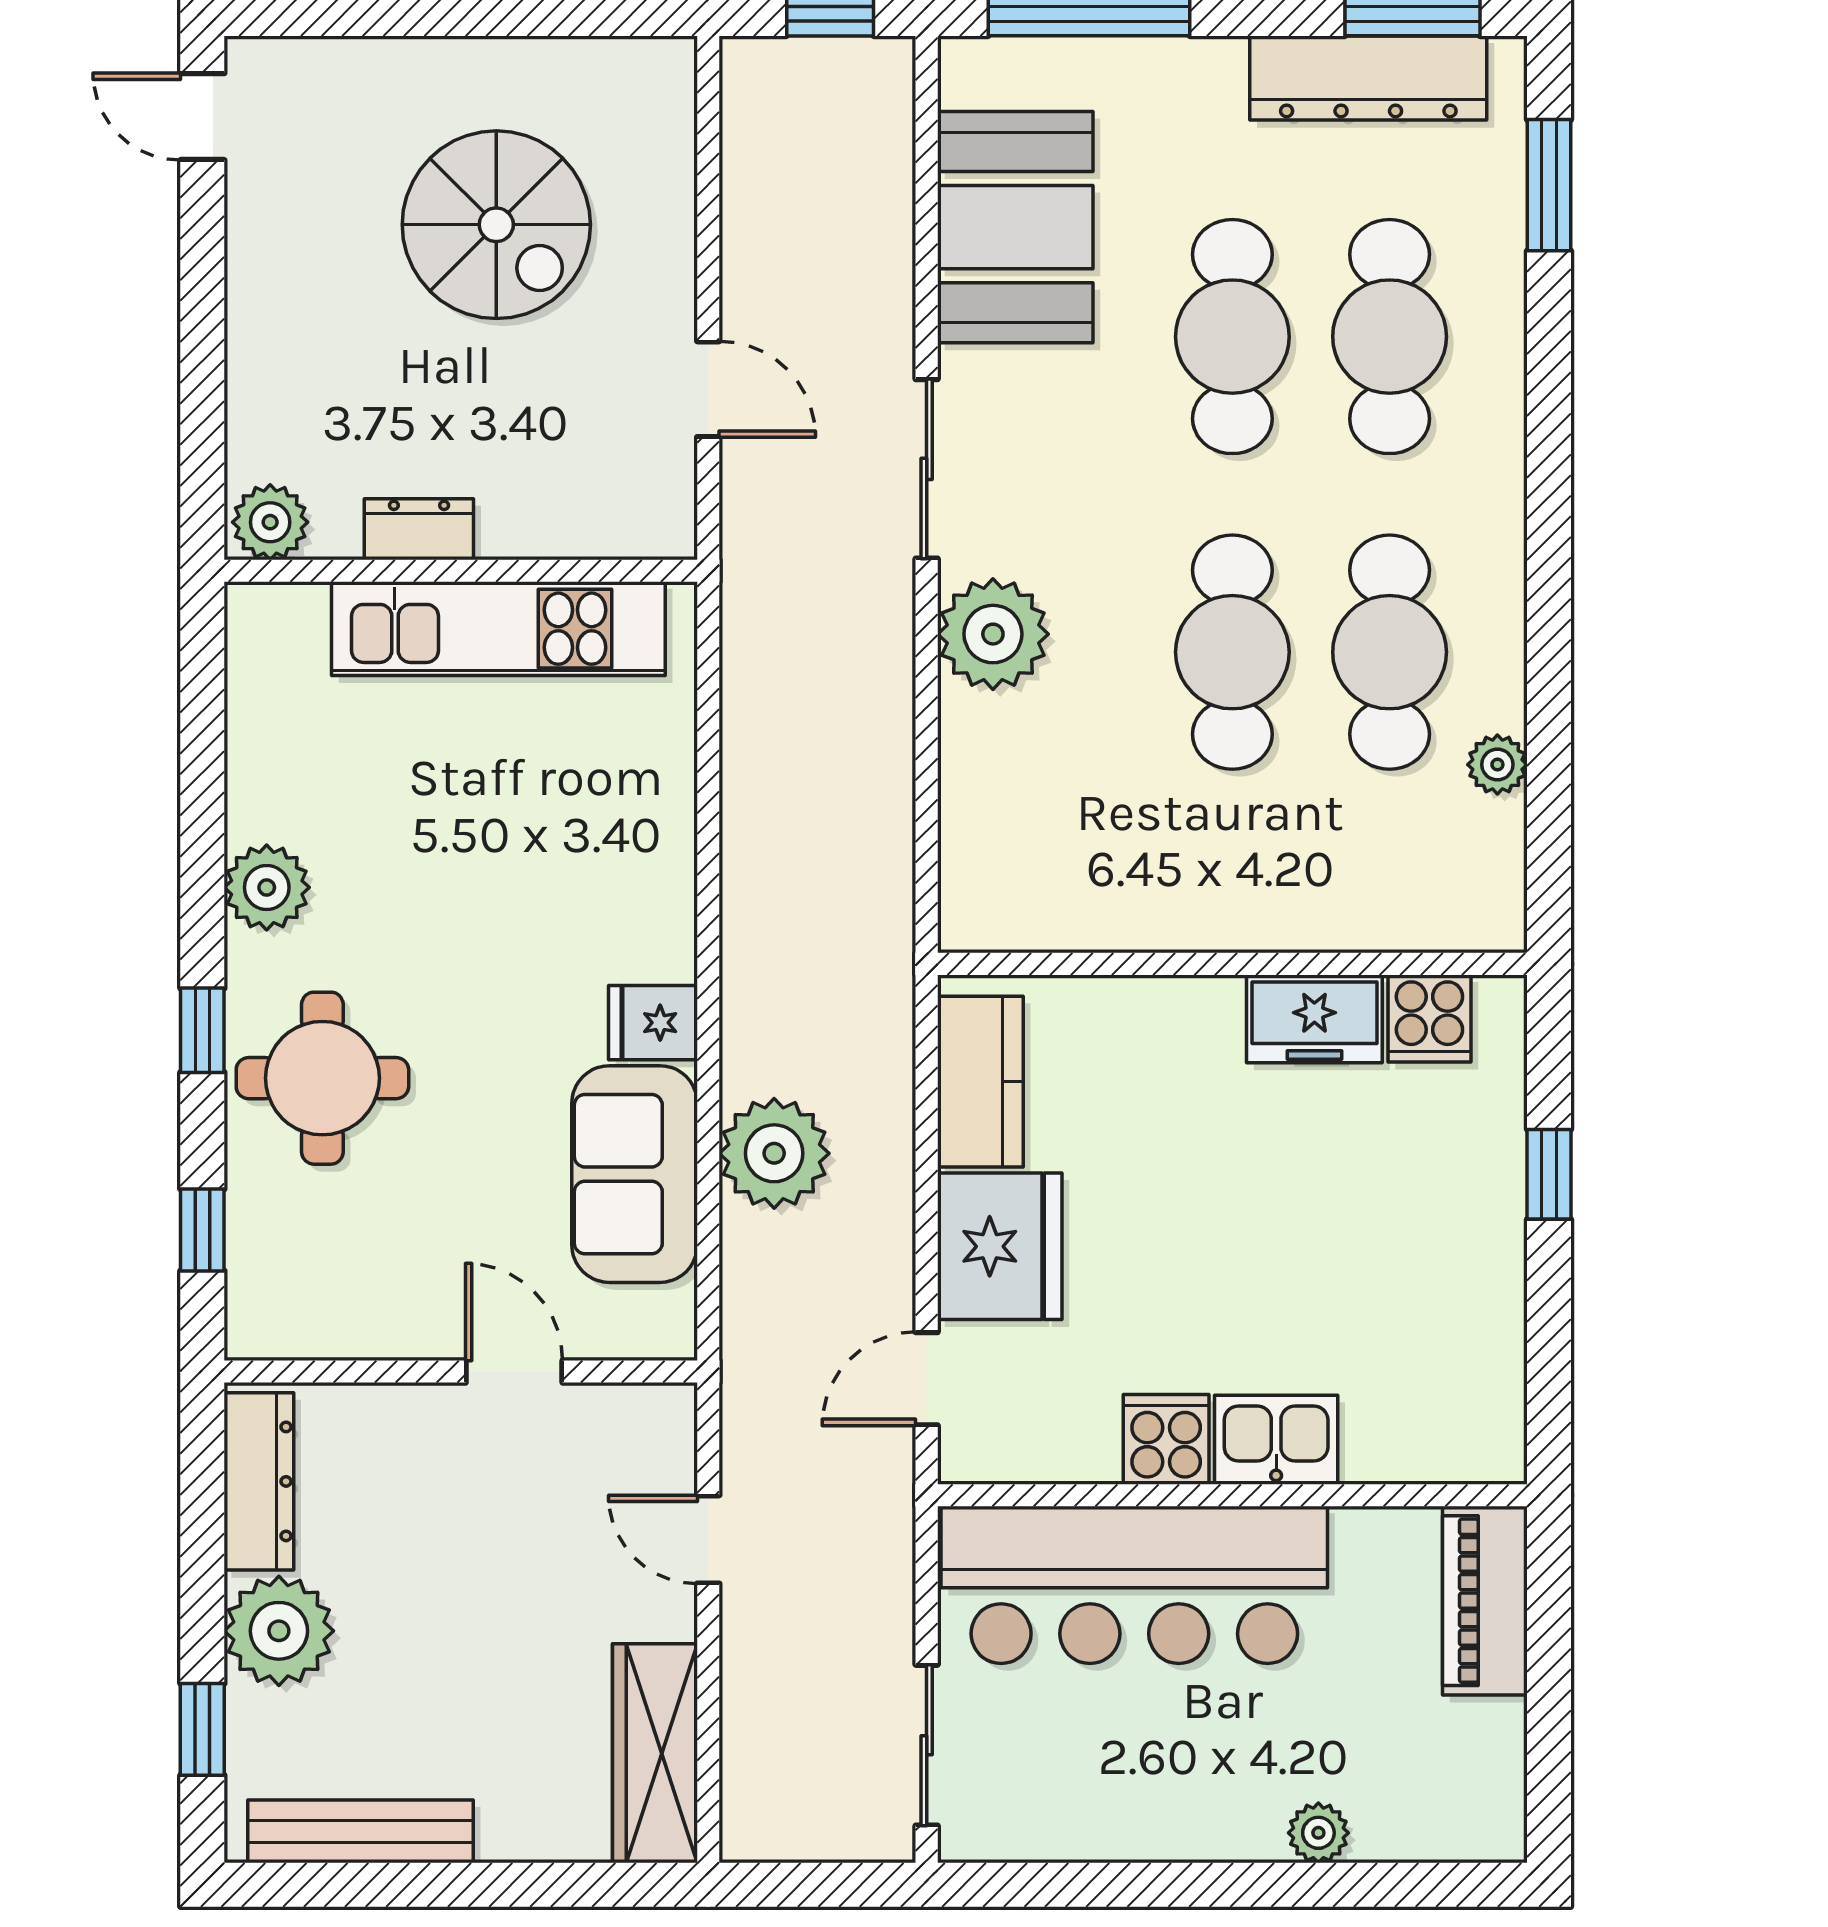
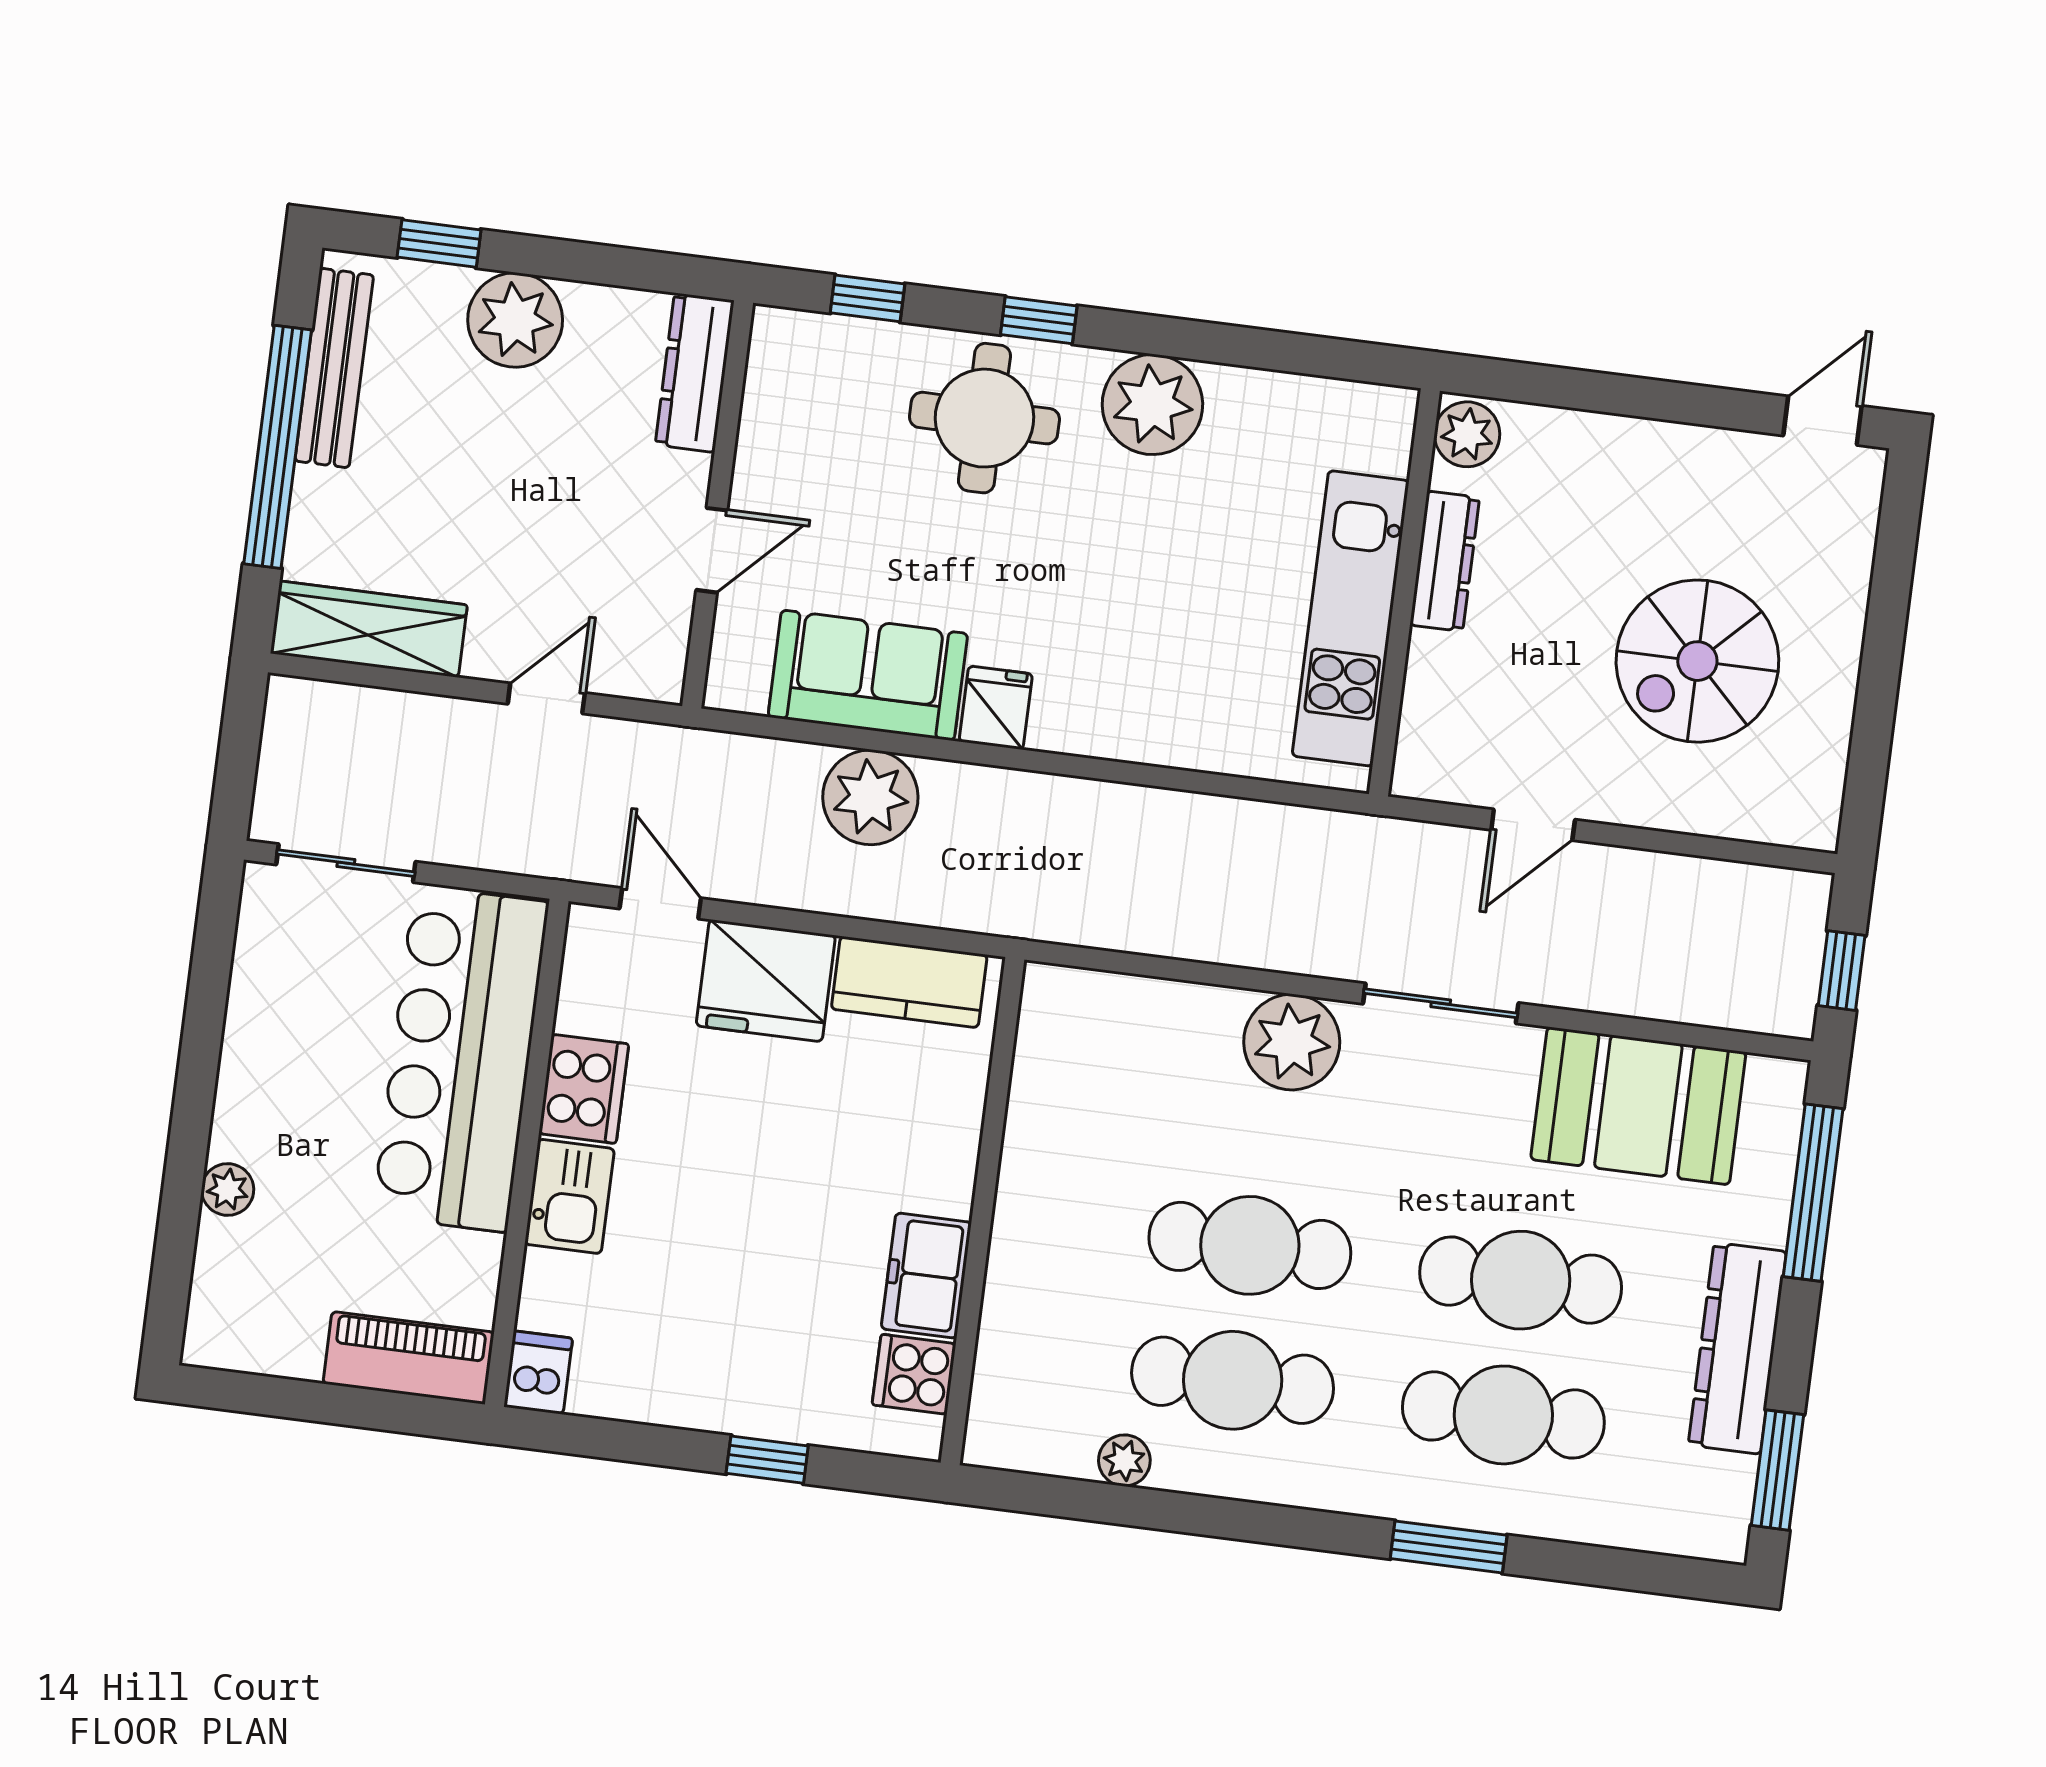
dresser: (1368, 78) -> (1737, 1348), moved
window: (1549, 185) -> (1449, 1547), moved
dresser: (419, 529) -> (1445, 561), width x1.44
plant: (267, 887) -> (1152, 405), width x1.36, depth x1.36
cooker: (1166, 1439) -> (584, 1089), width x1.36
dishwasher: (1483, 1450) -> (538, 1373), added
dresser: (259, 1481) -> (695, 373), moved, turned 90
window: (459, 1885) -> (278, 447), added

